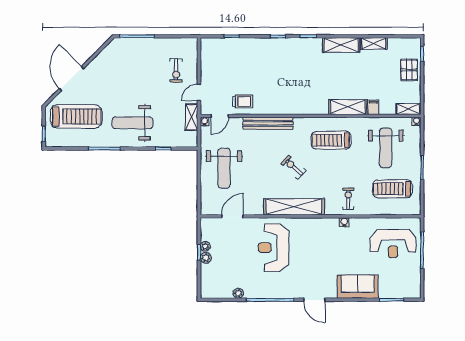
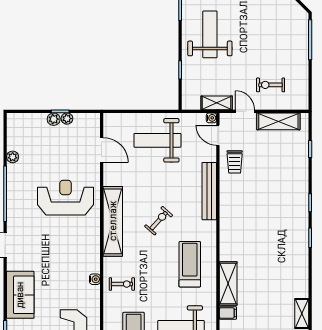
shelving: (341, 45) -> (278, 121), moved, turned 90

